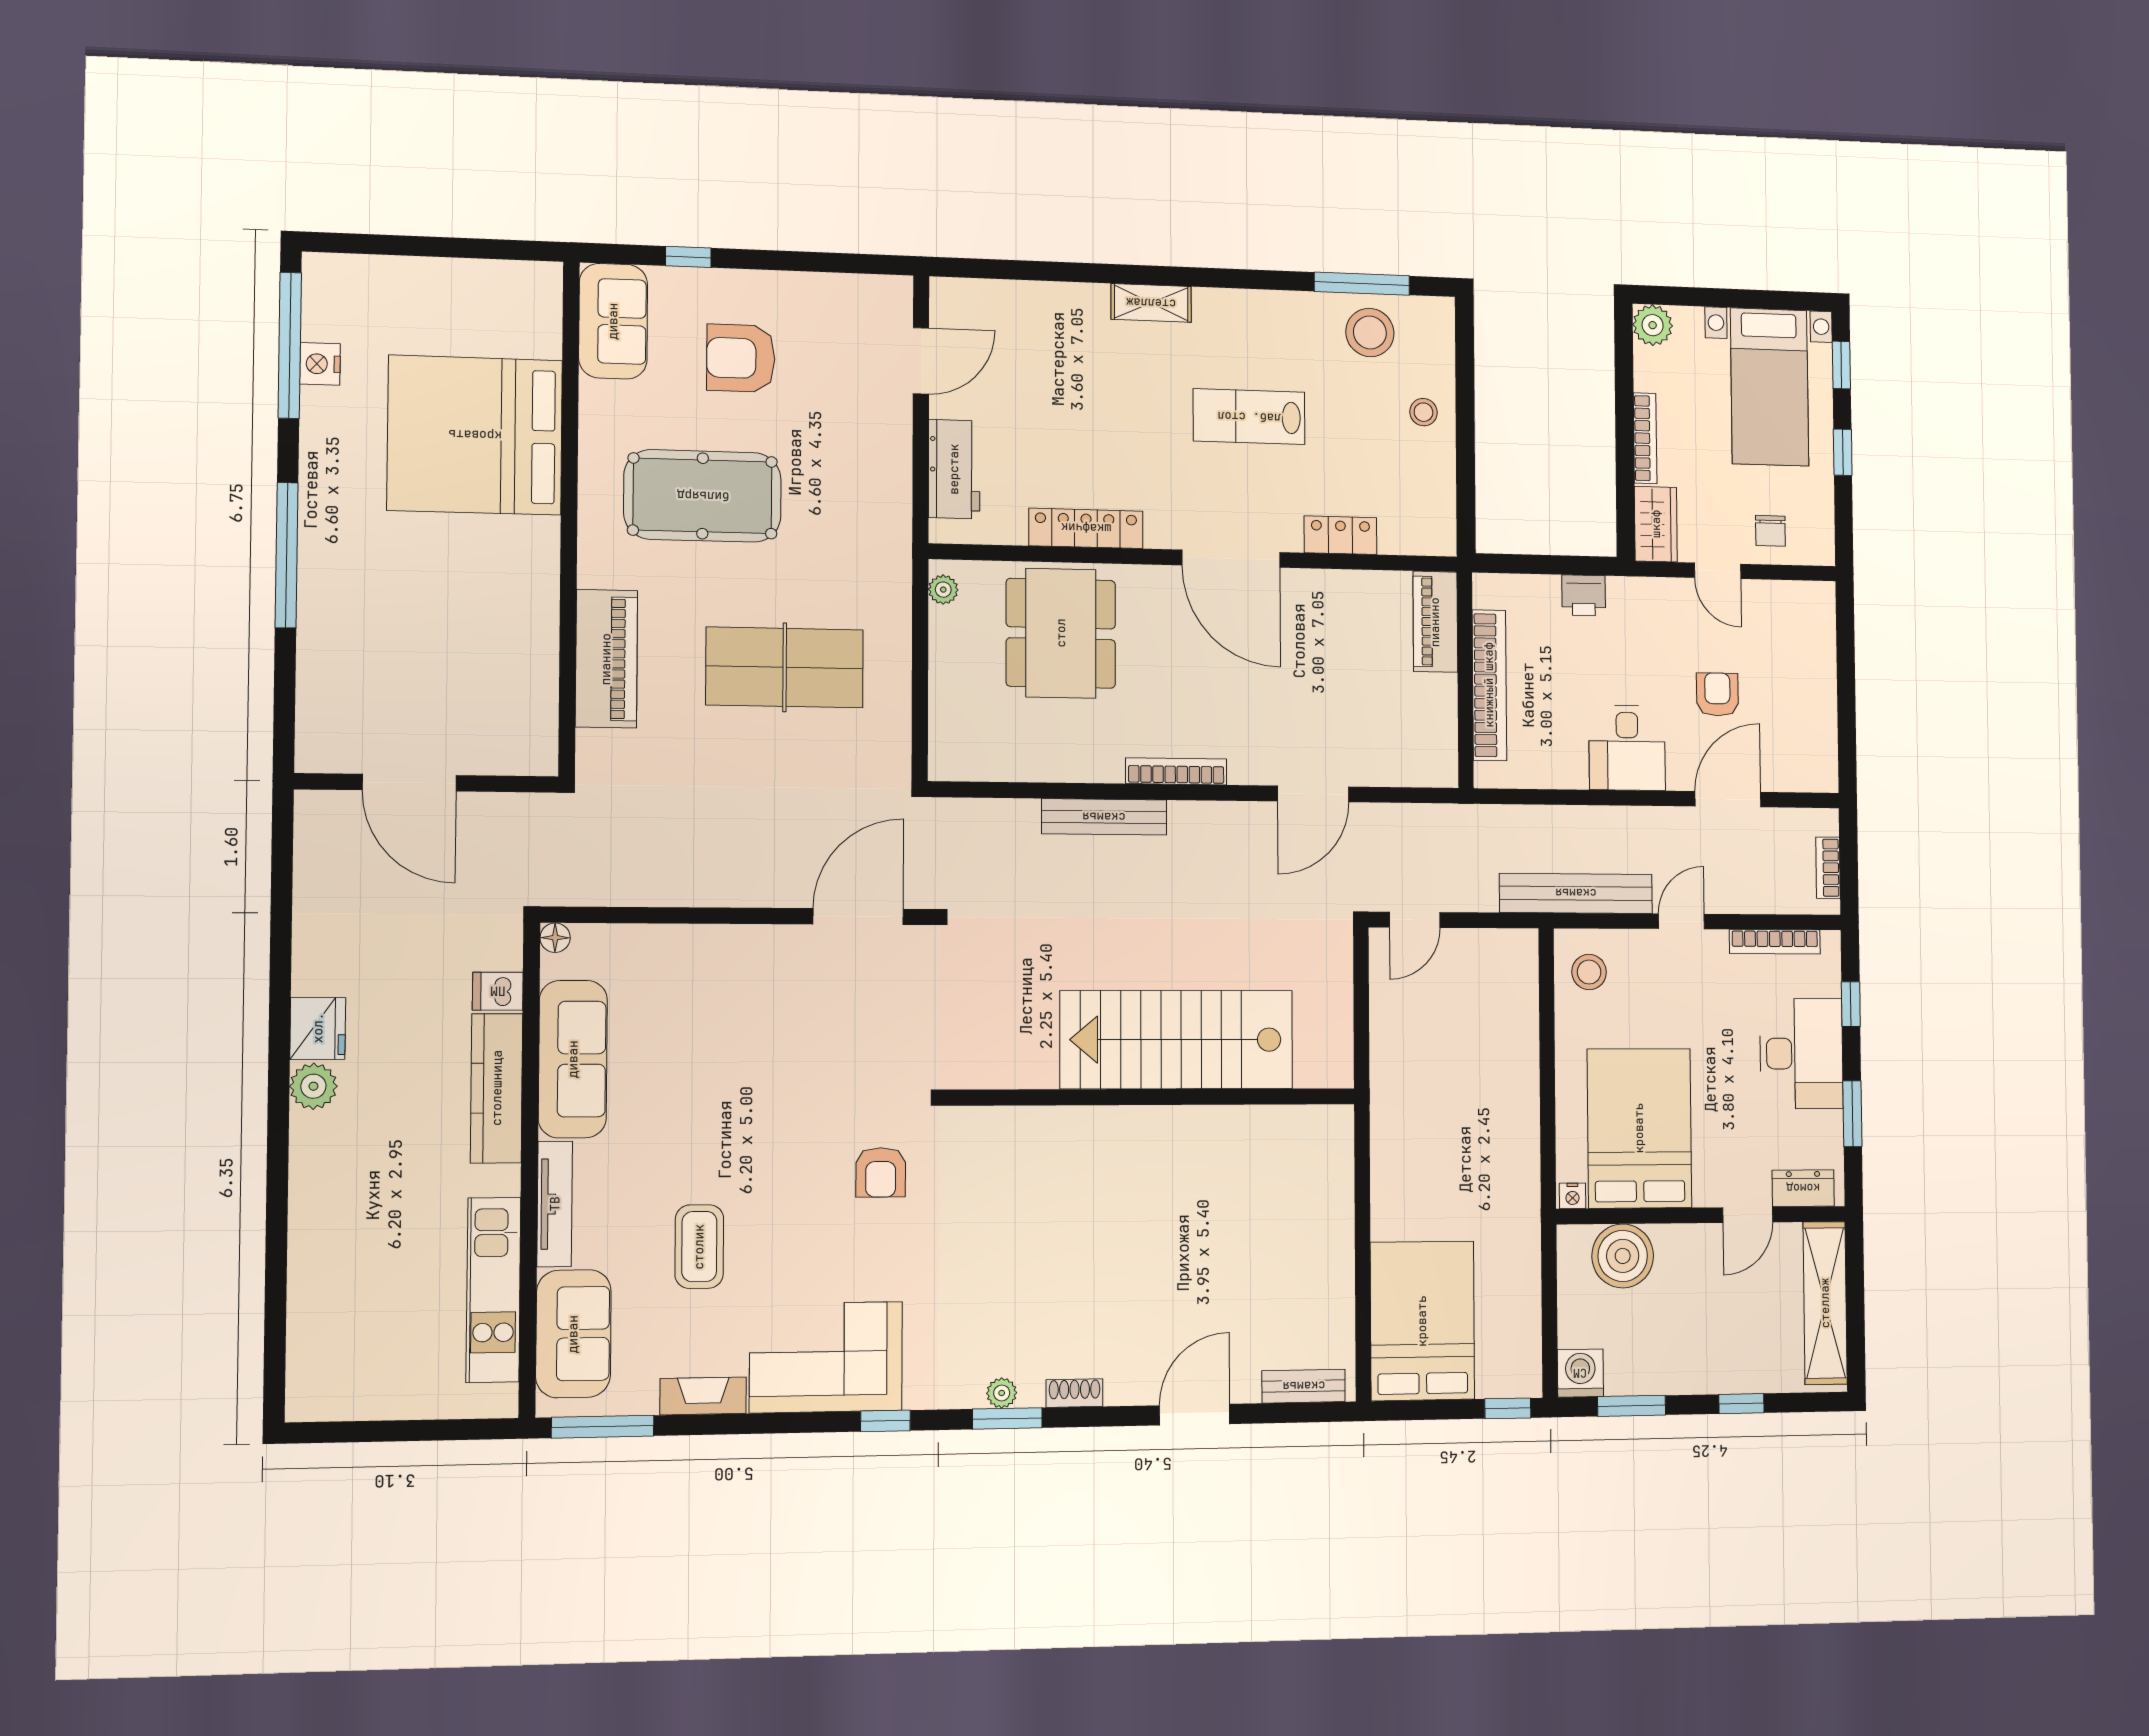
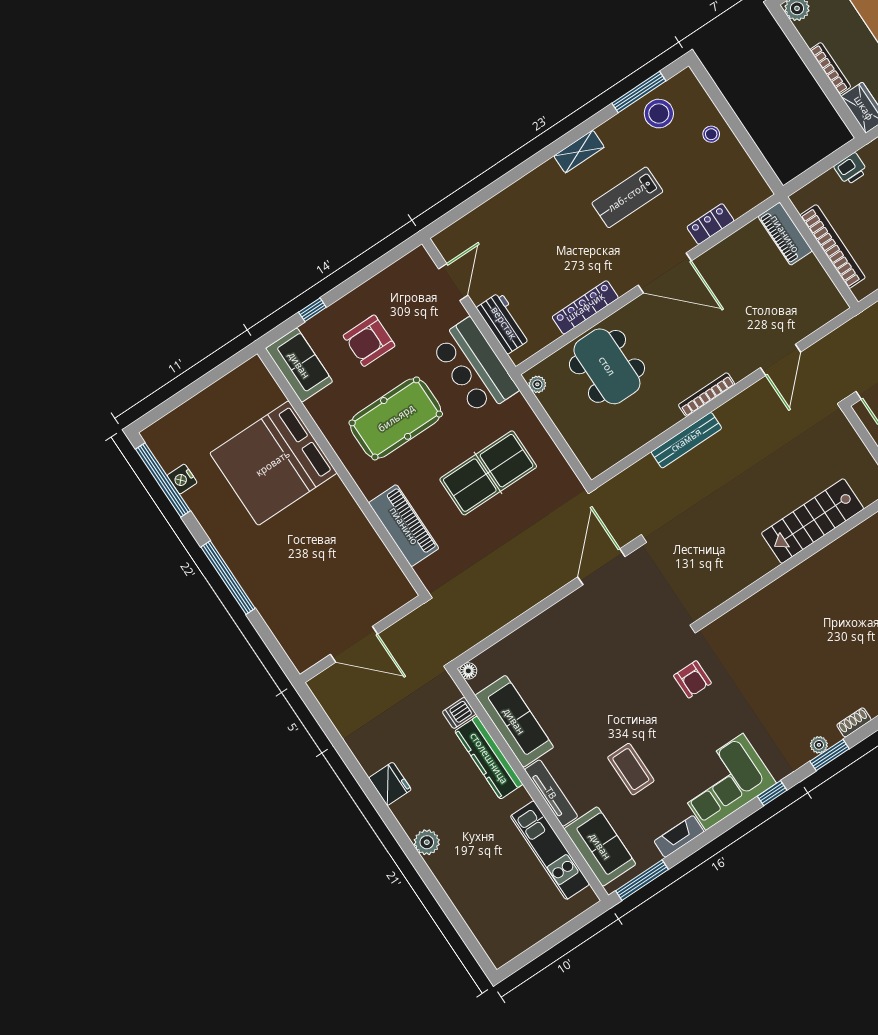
shelving: (1151, 303) -> (579, 152), moved
bar counter: (869, 502) -> (474, 367), added
stairs: (1177, 1040) -> (813, 521), width x0.73, depth x0.66
plant: (313, 1086) -> (427, 842), moved

